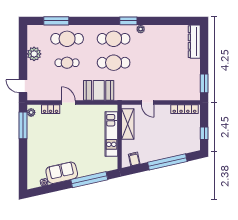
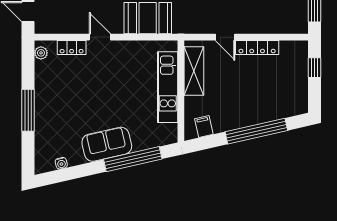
locker: (184, 109) -> (257, 47), moved
window: (23, 125) -> (28, 110), moved
window: (204, 133) -> (315, 68), moved
sofa: (62, 173) -> (107, 144), moved

